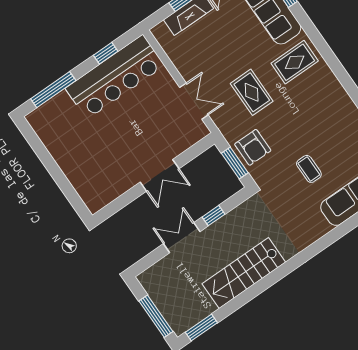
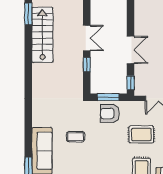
window: (199, 148) -> (131, 83), added
double door: (160, 175) -> (131, 50), swing flipped
stairs: (244, 273) -> (42, 35), moved

